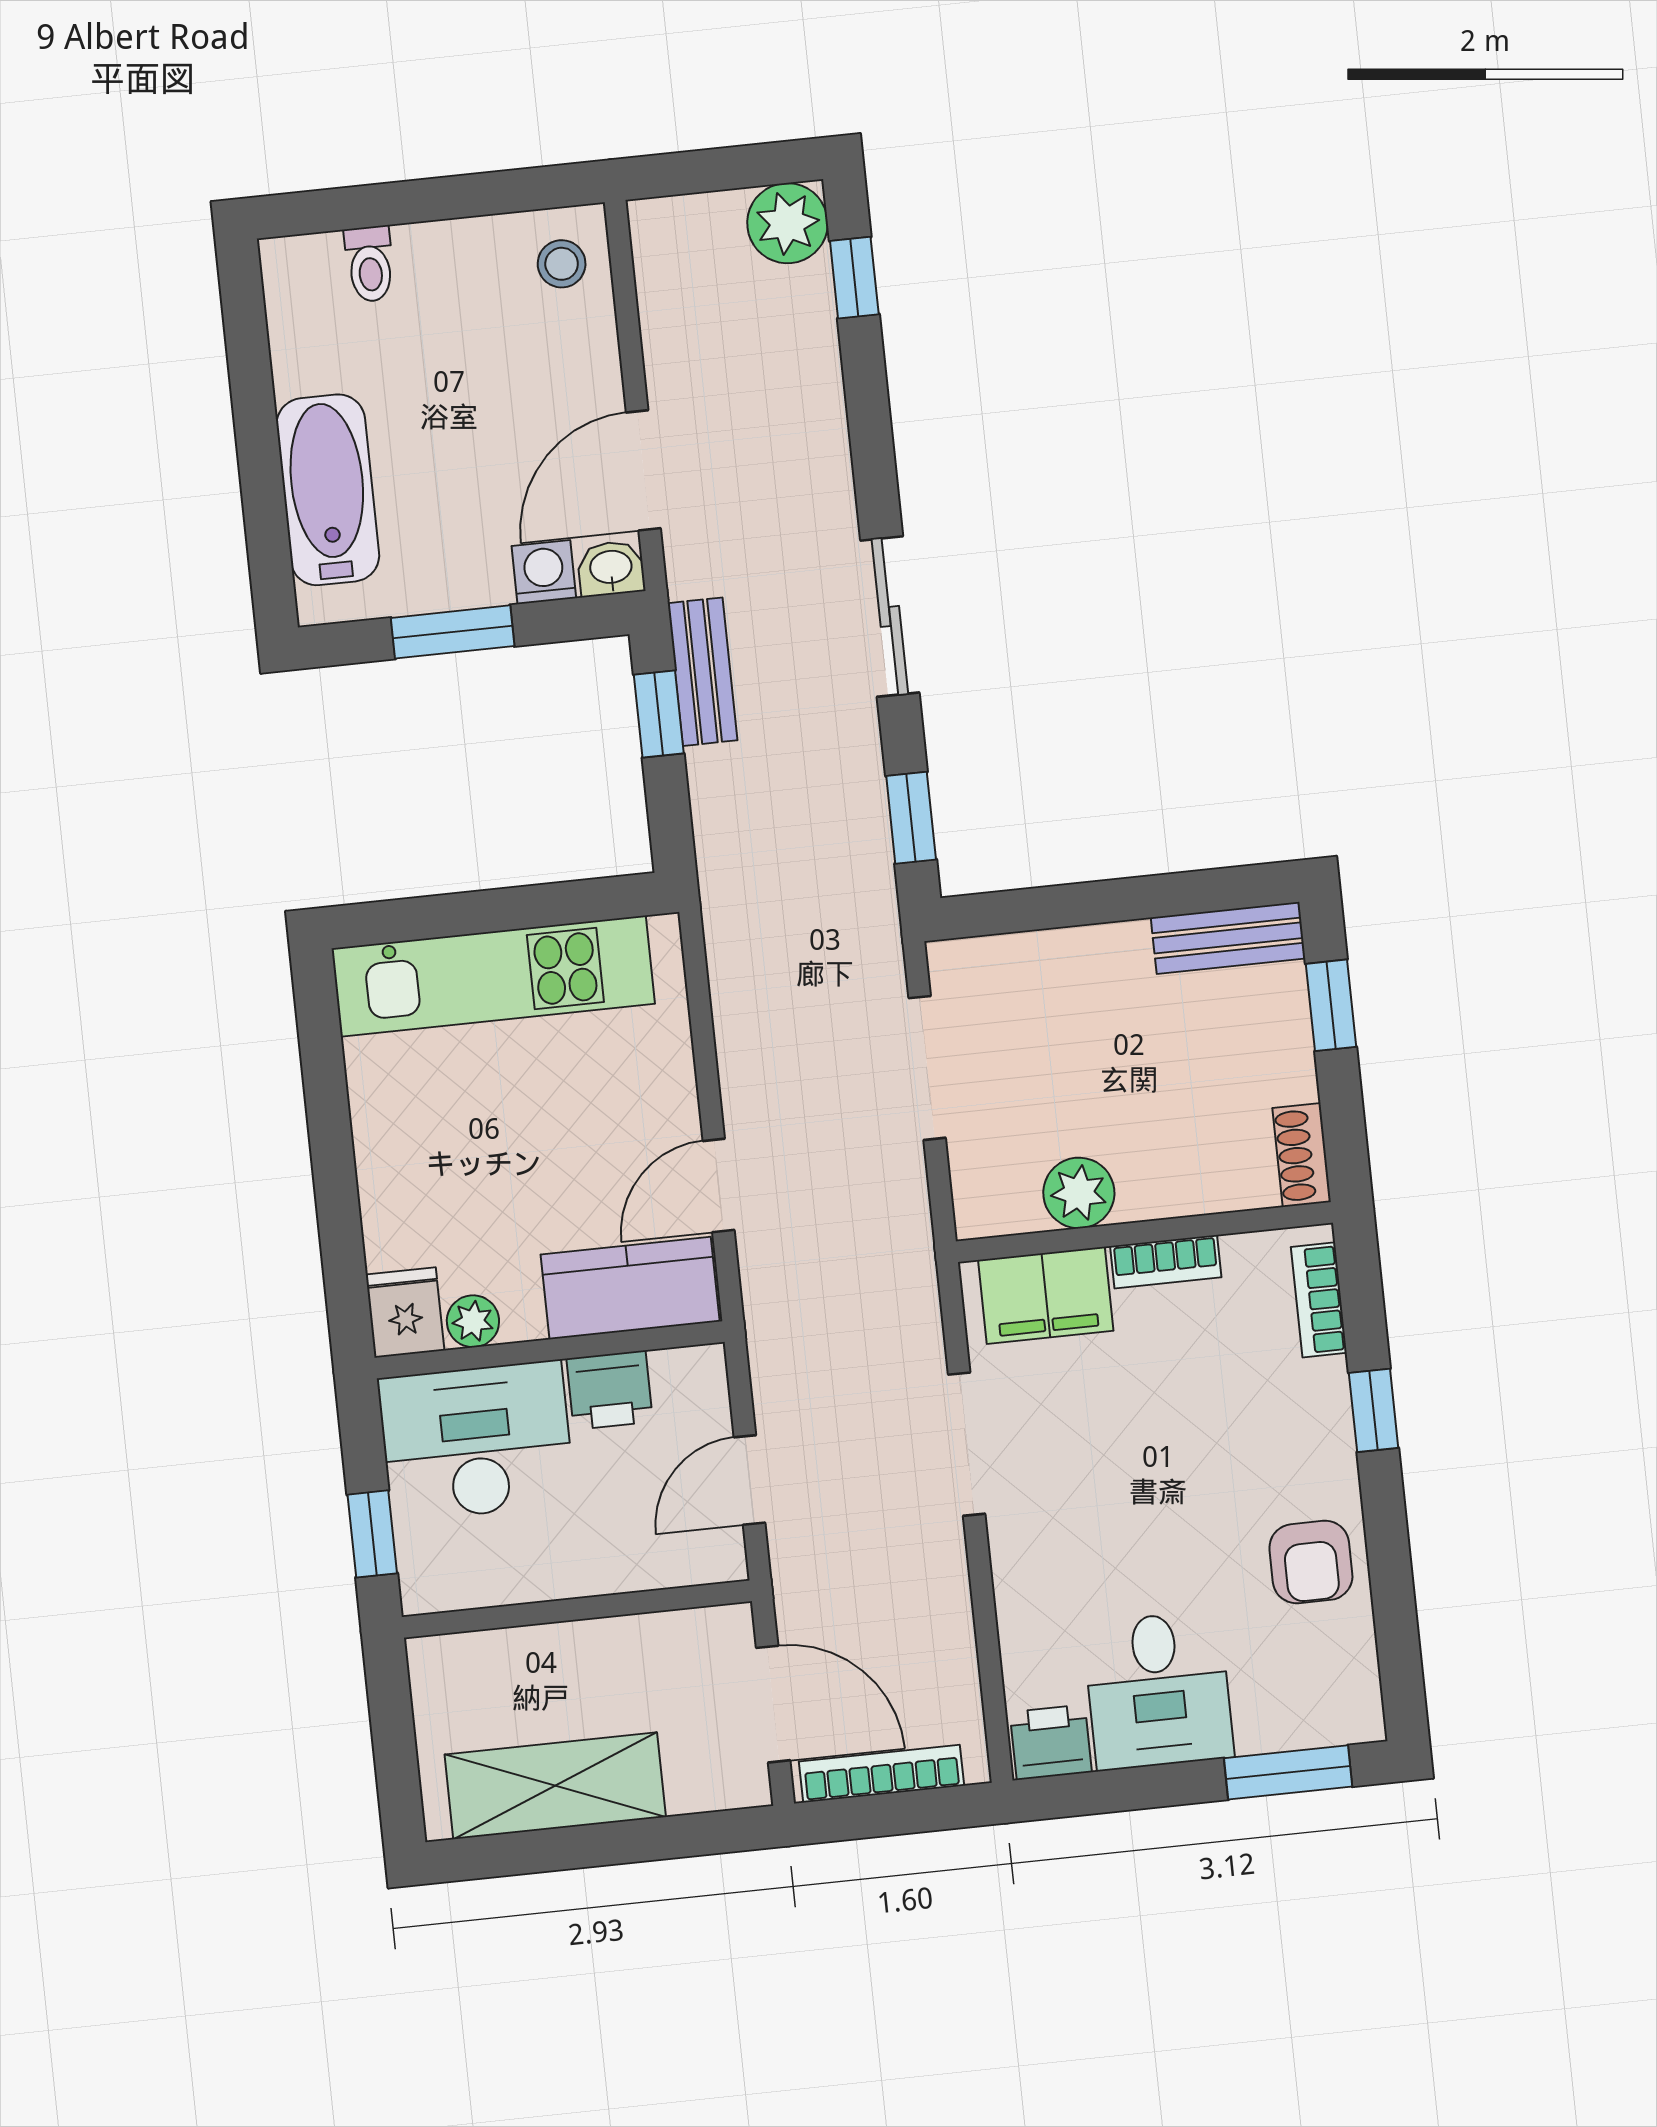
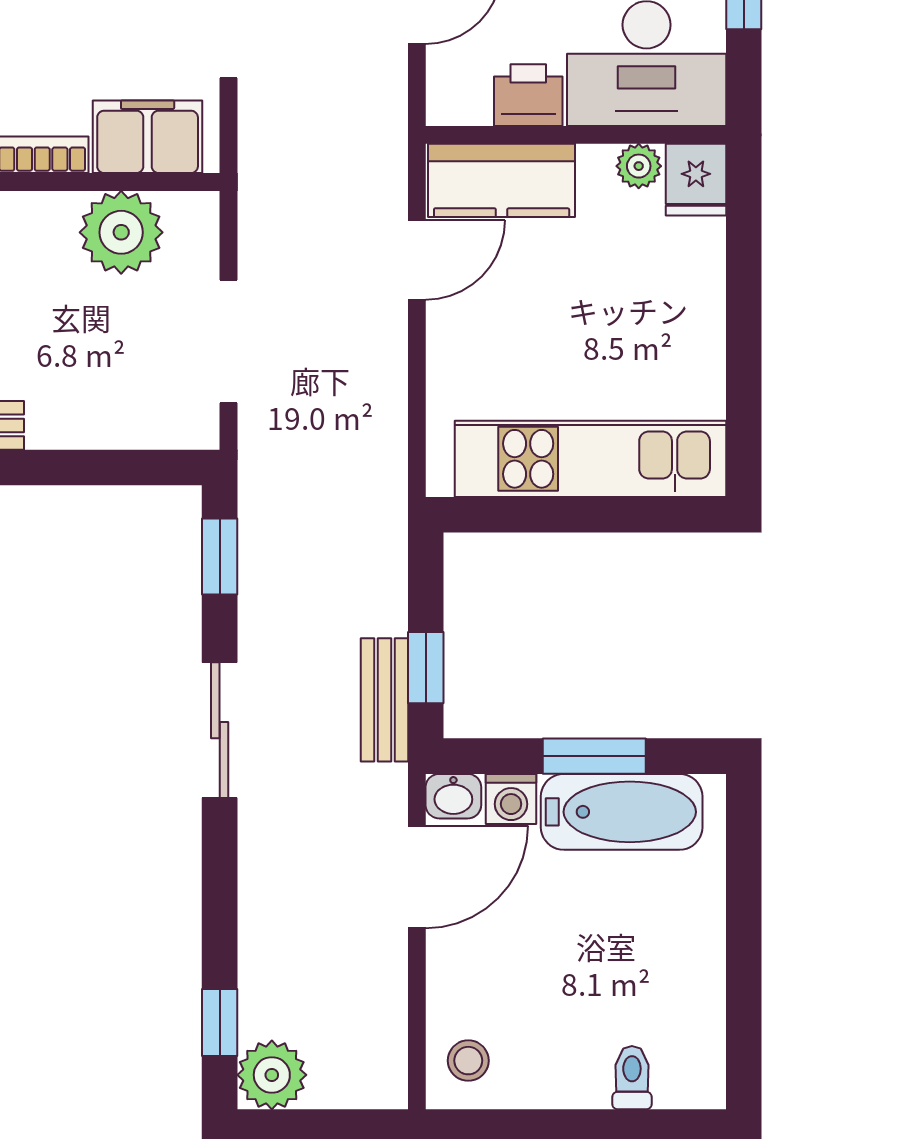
bathtub: (328, 490) -> (622, 812), moved, turned -90
plant: (1079, 1193) -> (121, 232), width x1.36, depth x1.36

